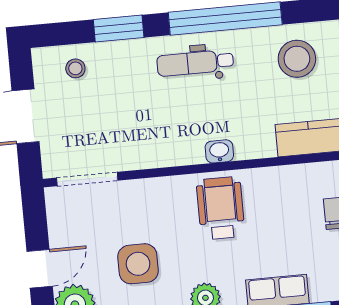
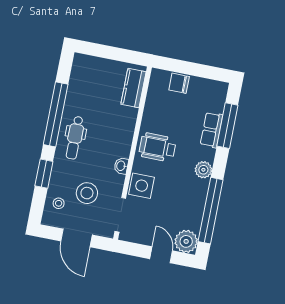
stool: (297, 59) -> (87, 193), moved
washbasin: (219, 151) -> (121, 166), moved
side table: (138, 264) -> (142, 186), moved

